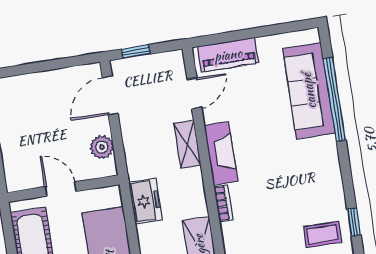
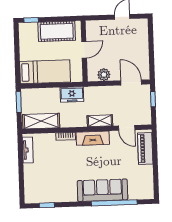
sofa: (309, 91) -> (102, 190), moved
coffee table: (323, 234) -> (42, 187), removed

